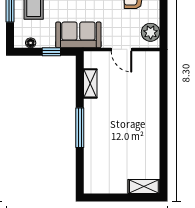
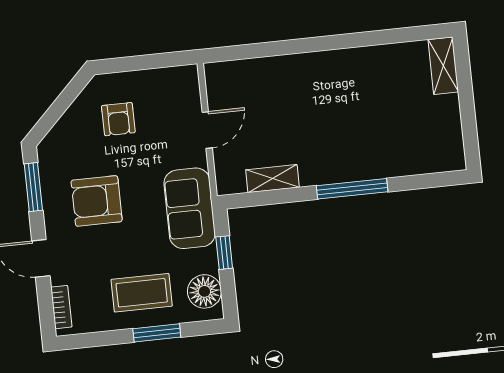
plant: (151, 32) -> (172, 82), removed
floor lamp: (31, 43) -> (204, 291), width x1.89, depth x1.89

